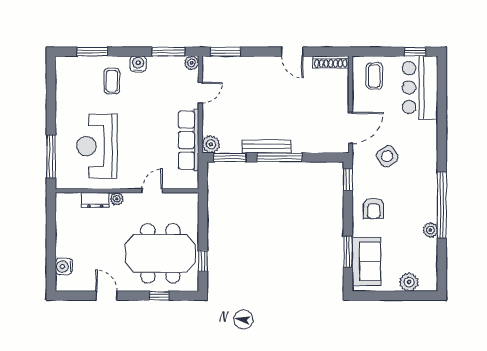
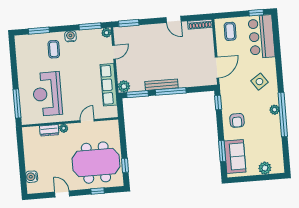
side table: (387, 156) -> (259, 82), moved
plant: (430, 230) -> (275, 110), moved

